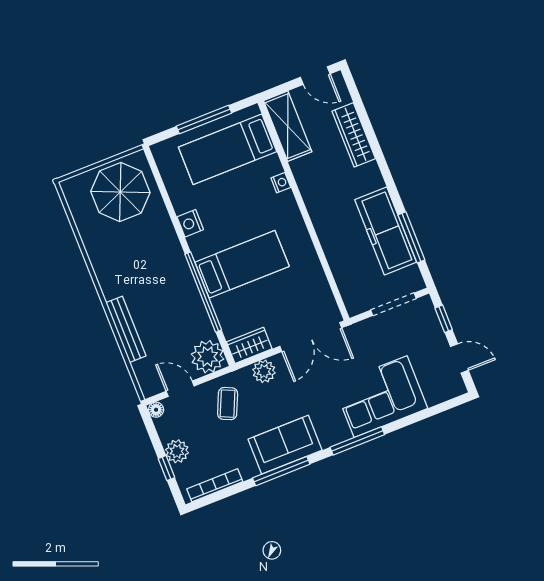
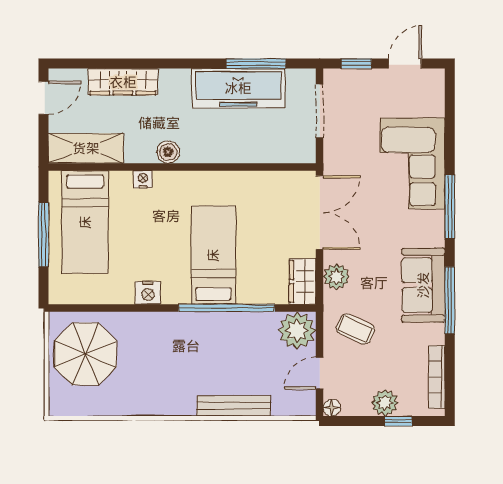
boiler: (311, 194) -> (168, 152), added

